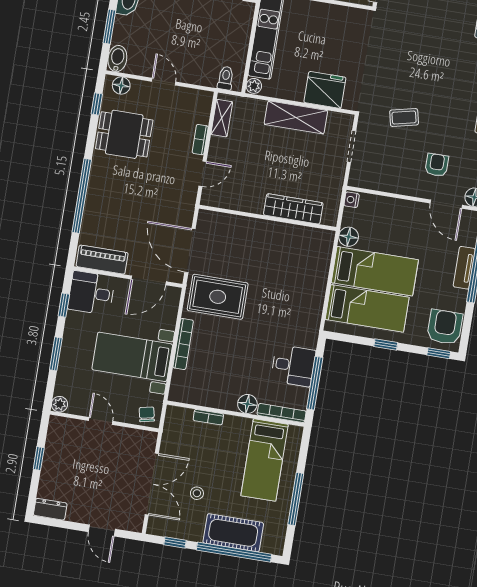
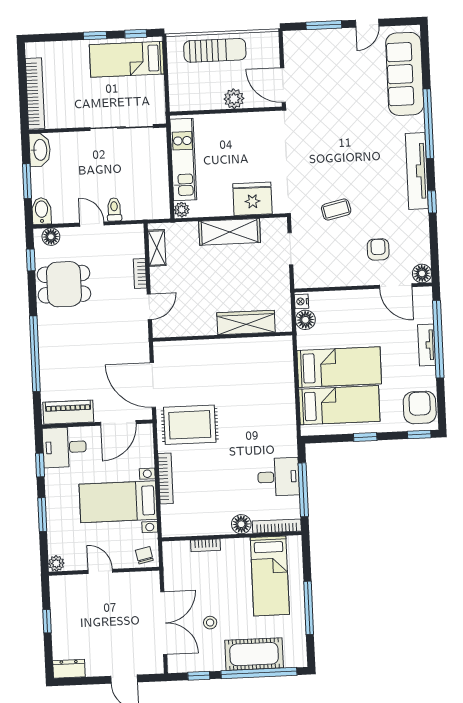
toilet: (226, 78) -> (114, 209), moved
floor lamp: (349, 237) -> (305, 320), moved

